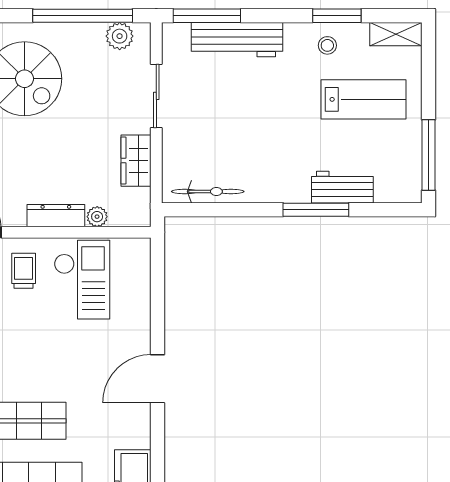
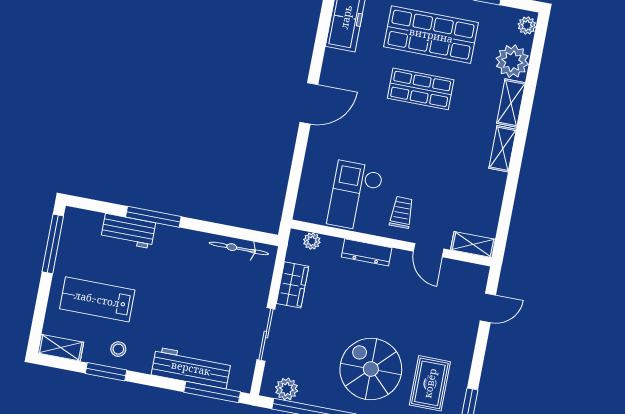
plant: (97, 217) -> (312, 241), moved
trolley: (24, 271) -> (402, 212), turned 180

